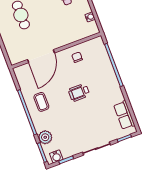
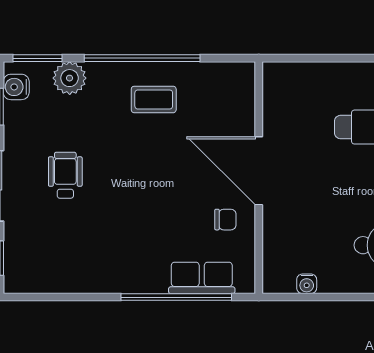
door: (41, 56) -> (259, 171), moved
wheelchair: (79, 92) -> (65, 175), moved
row of seats: (124, 115) -> (202, 278), moved

